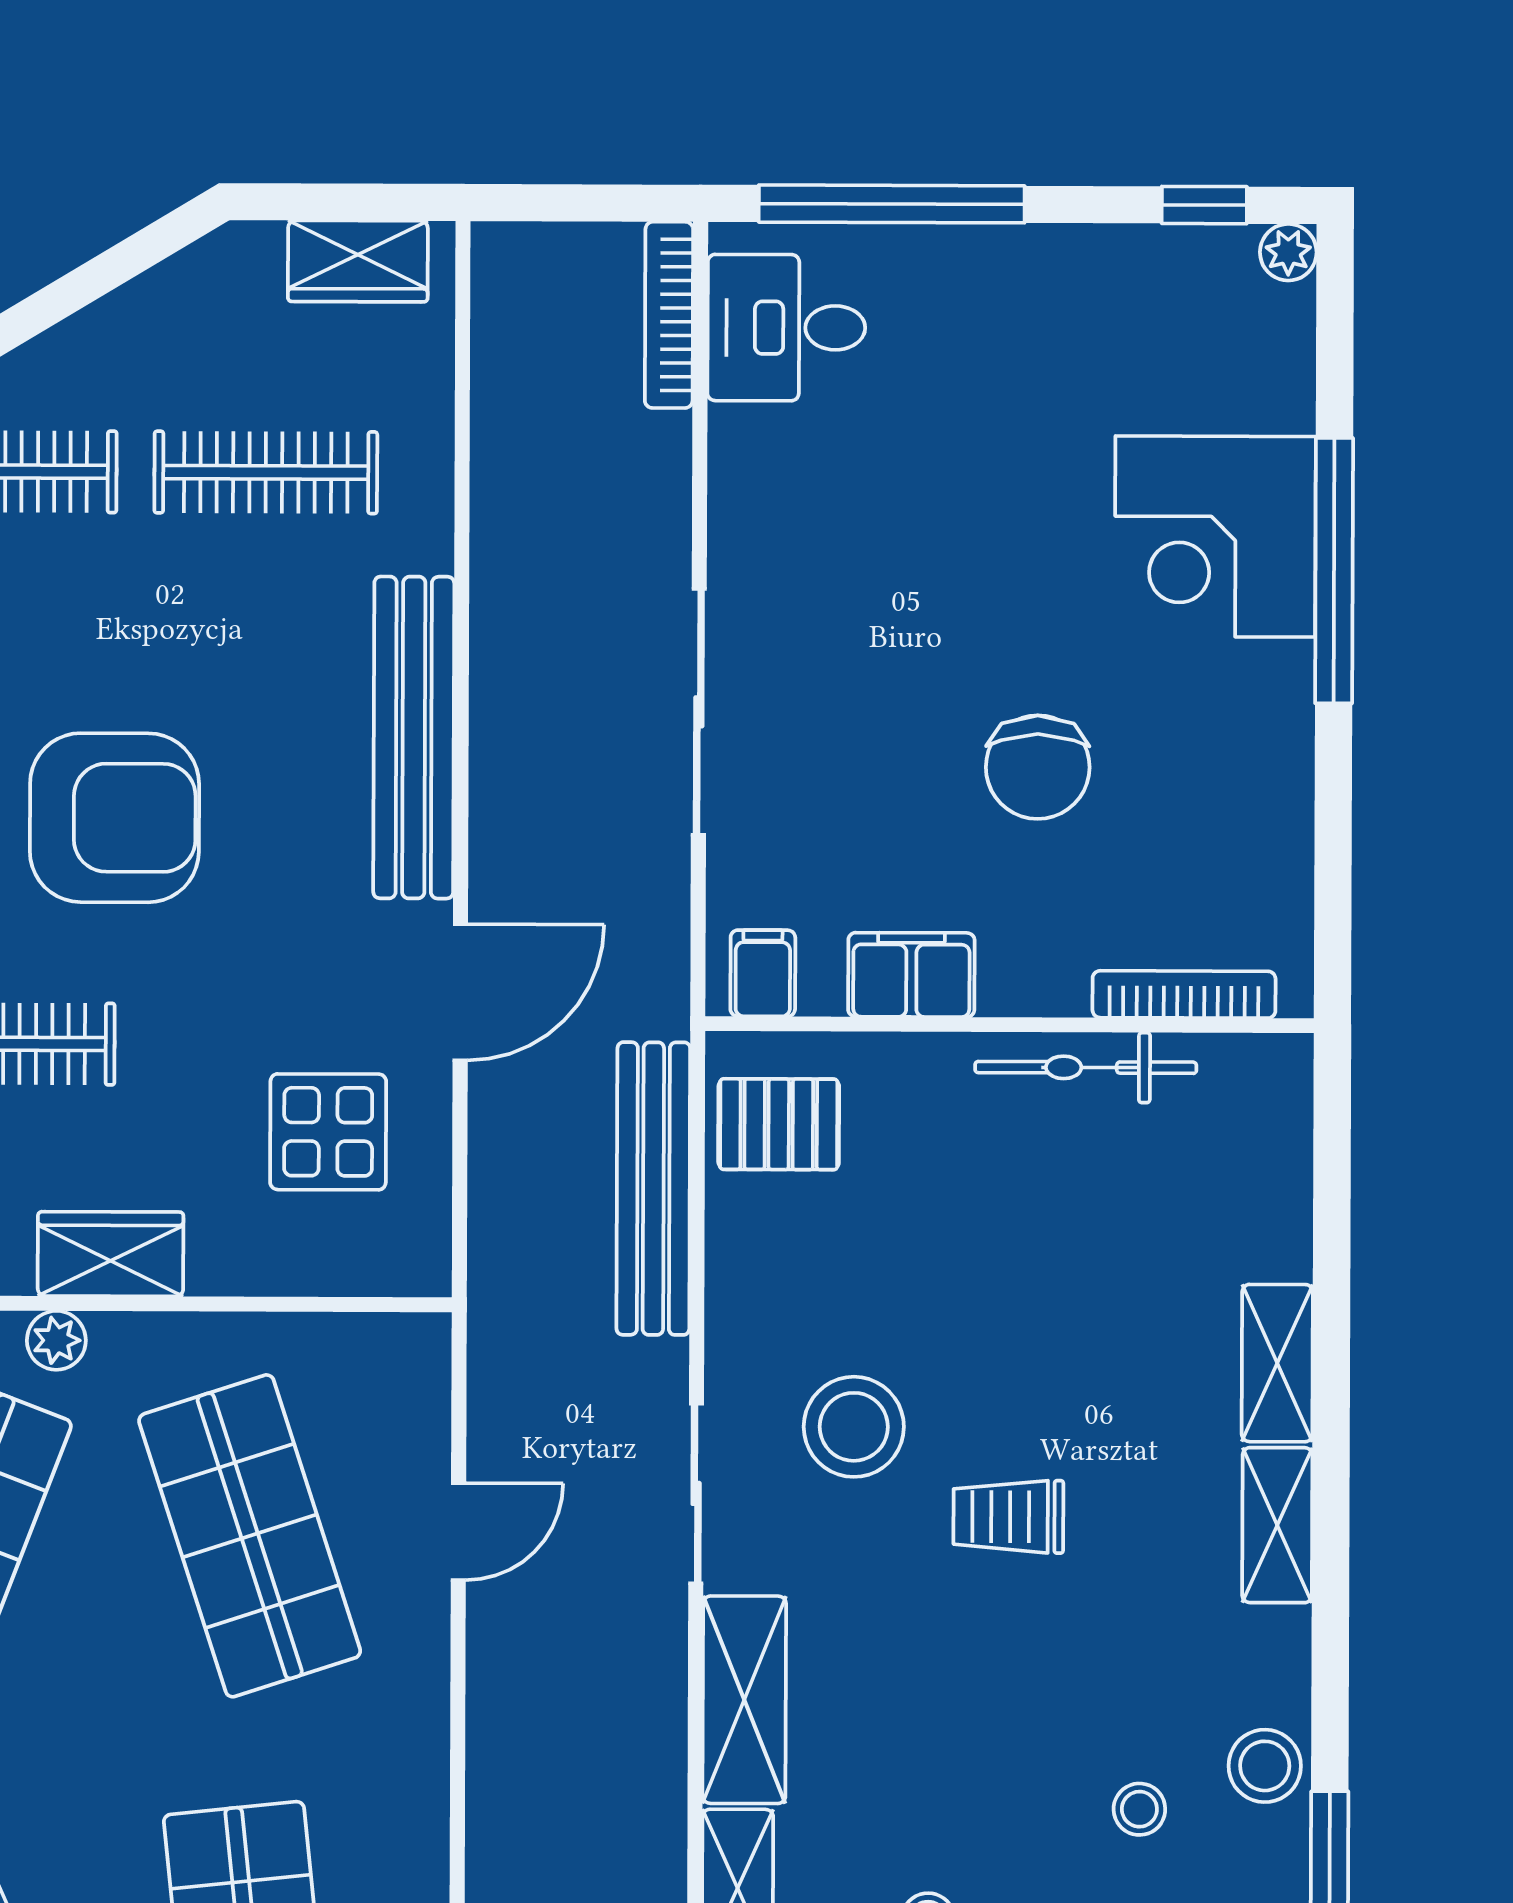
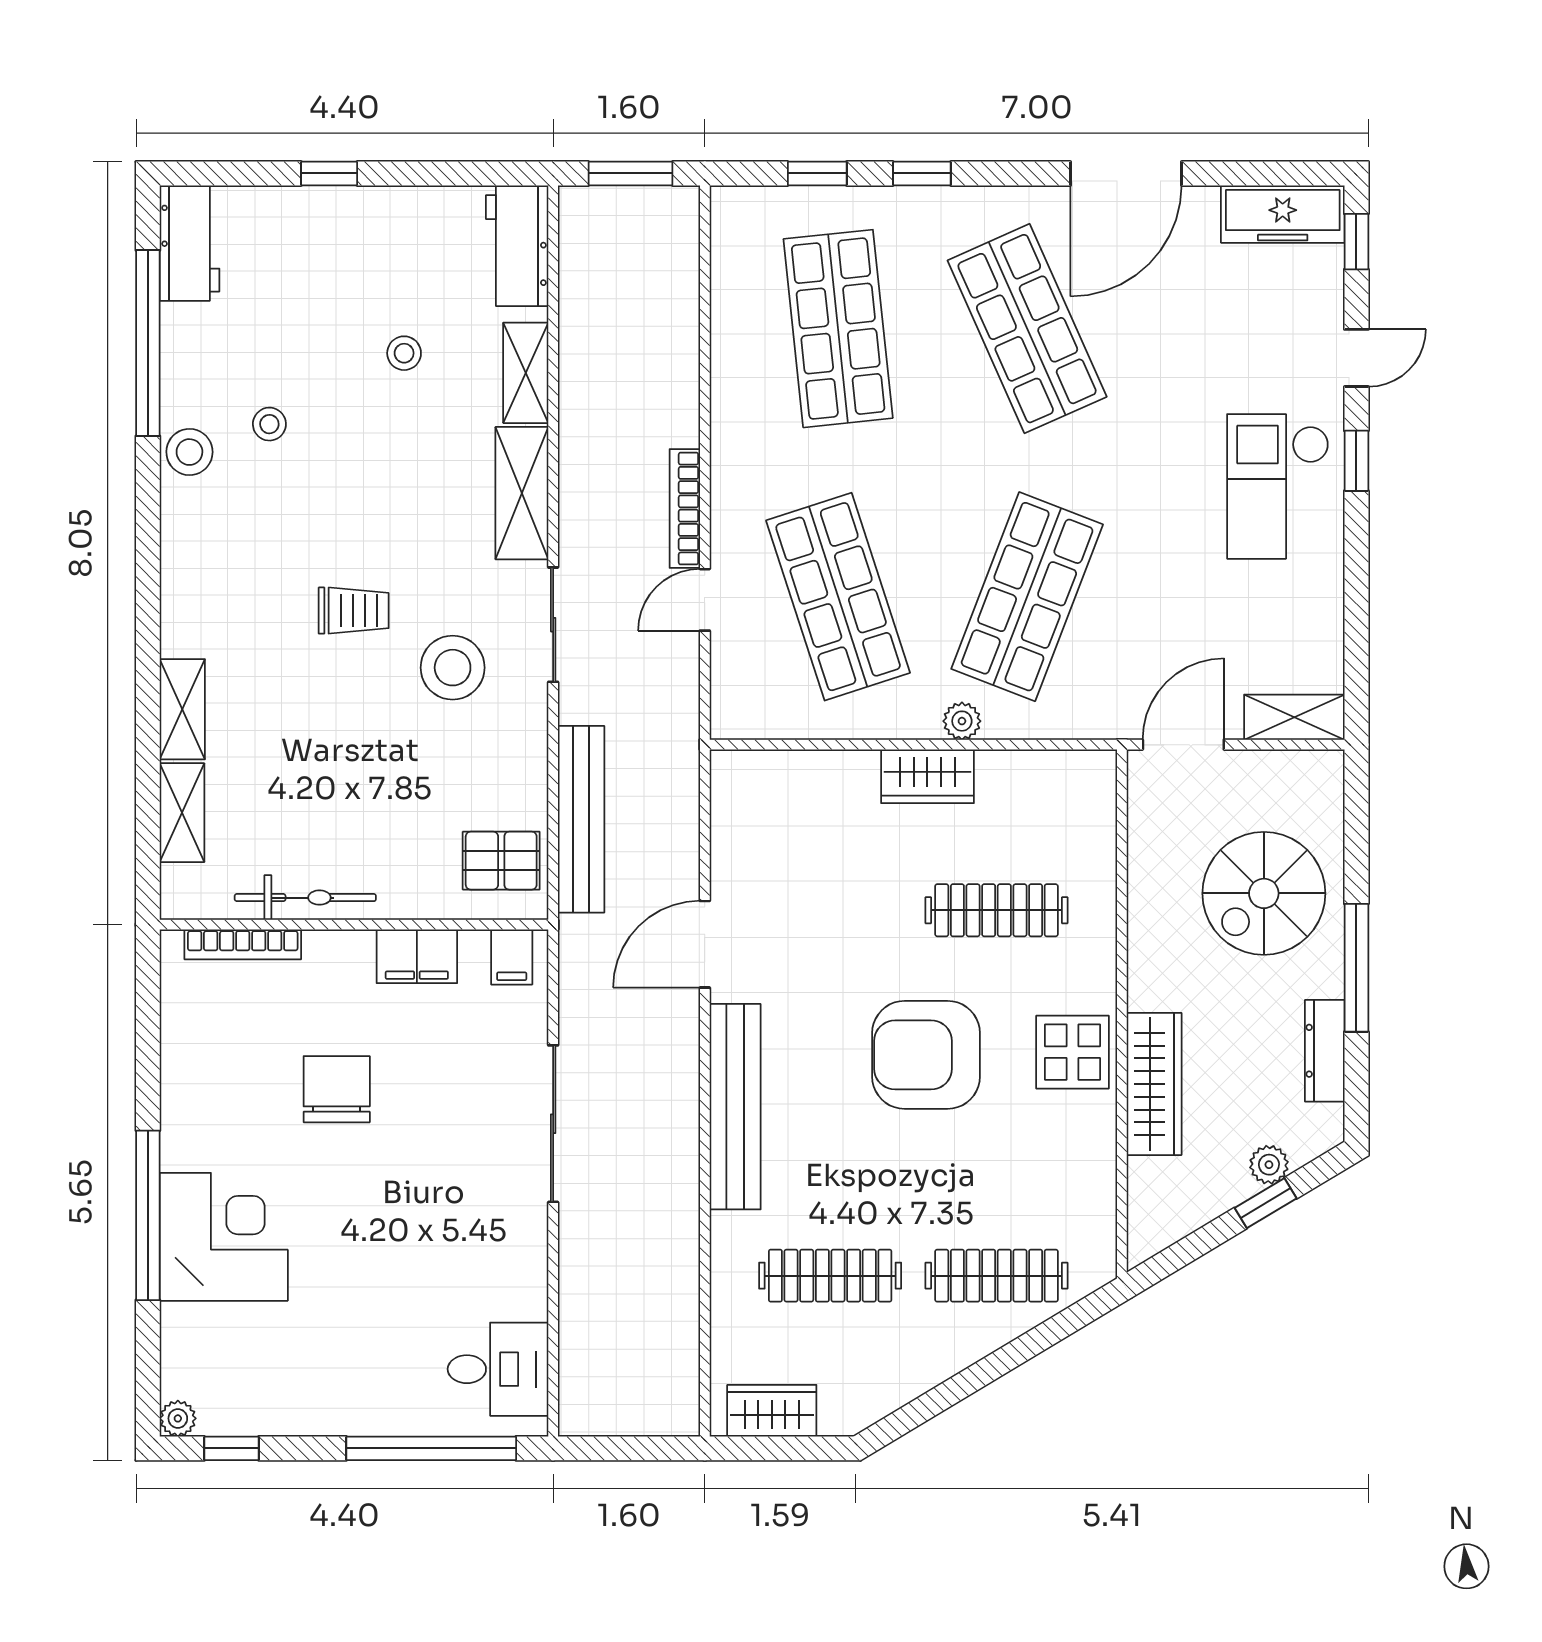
bookcase: (669, 315) -> (685, 509), moved, turned 180
display table: (328, 1132) -> (789, 855), removed
shelving: (1277, 1525) -> (182, 813), moved

